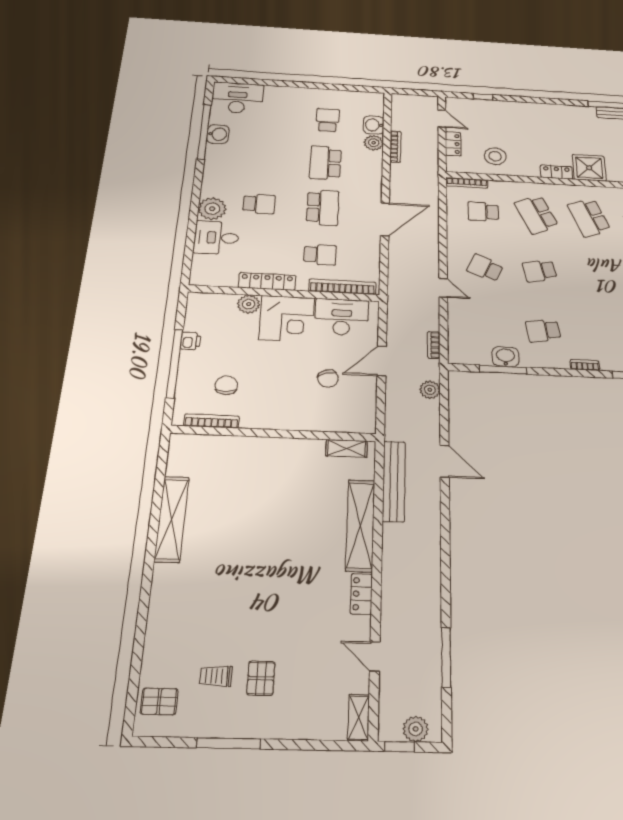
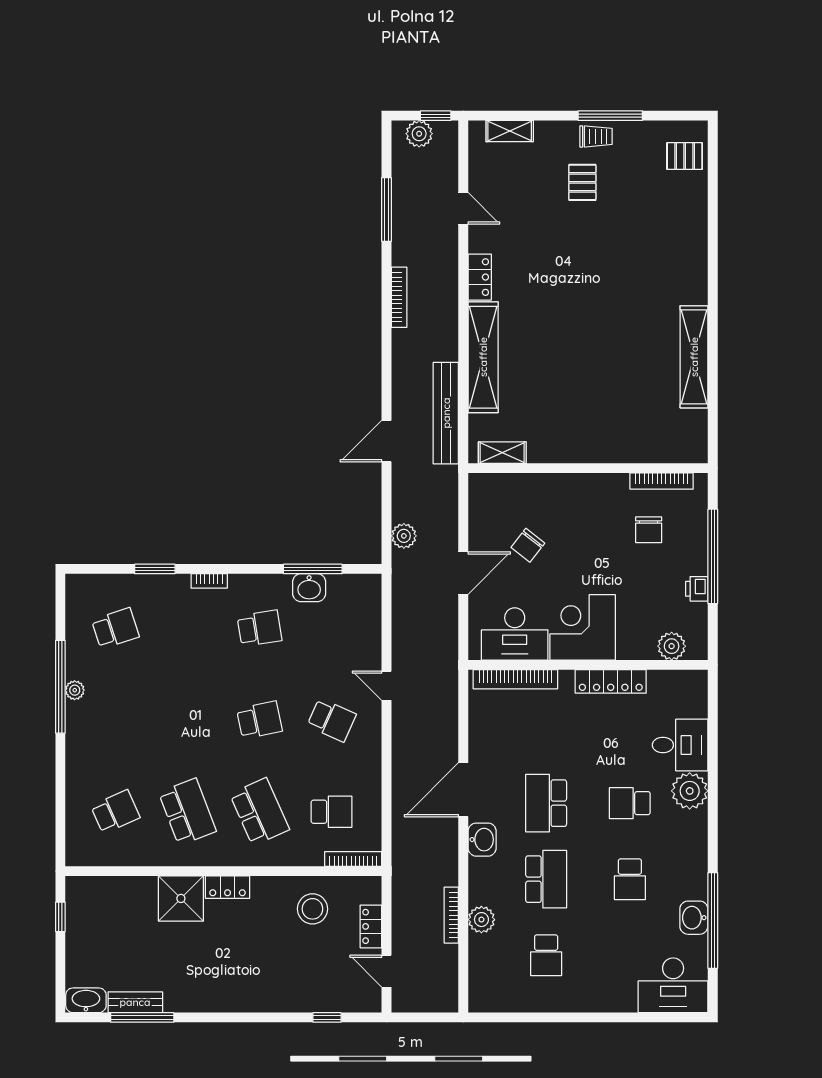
washbasin: (374, 125) -> (482, 840), moved
school desk: (320, 255) -> (630, 879), moved, turned -90
plant: (249, 304) -> (672, 646), moved
bookcase: (434, 345) -> (399, 297), moved, width x1.56
chair: (328, 378) -> (528, 545), turned -123
door: (445, 461) -> (387, 441), hinge flipped
trolley: (216, 676) -> (596, 136), moved
shelving: (359, 718) -> (510, 131), moved, turned 90

